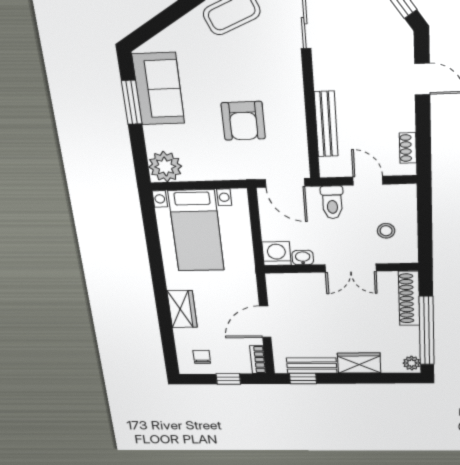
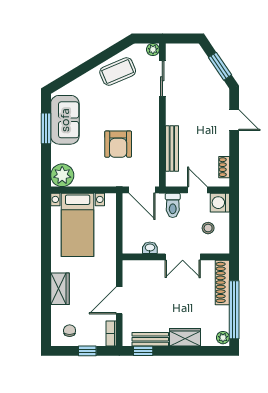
washing machine: (277, 254) -> (220, 203), moved, turned -90

